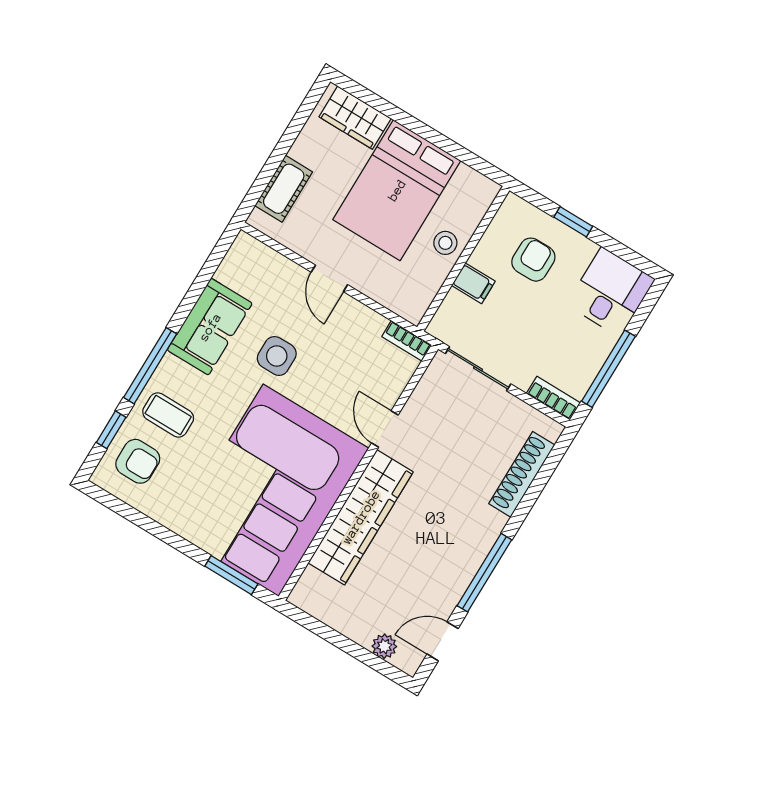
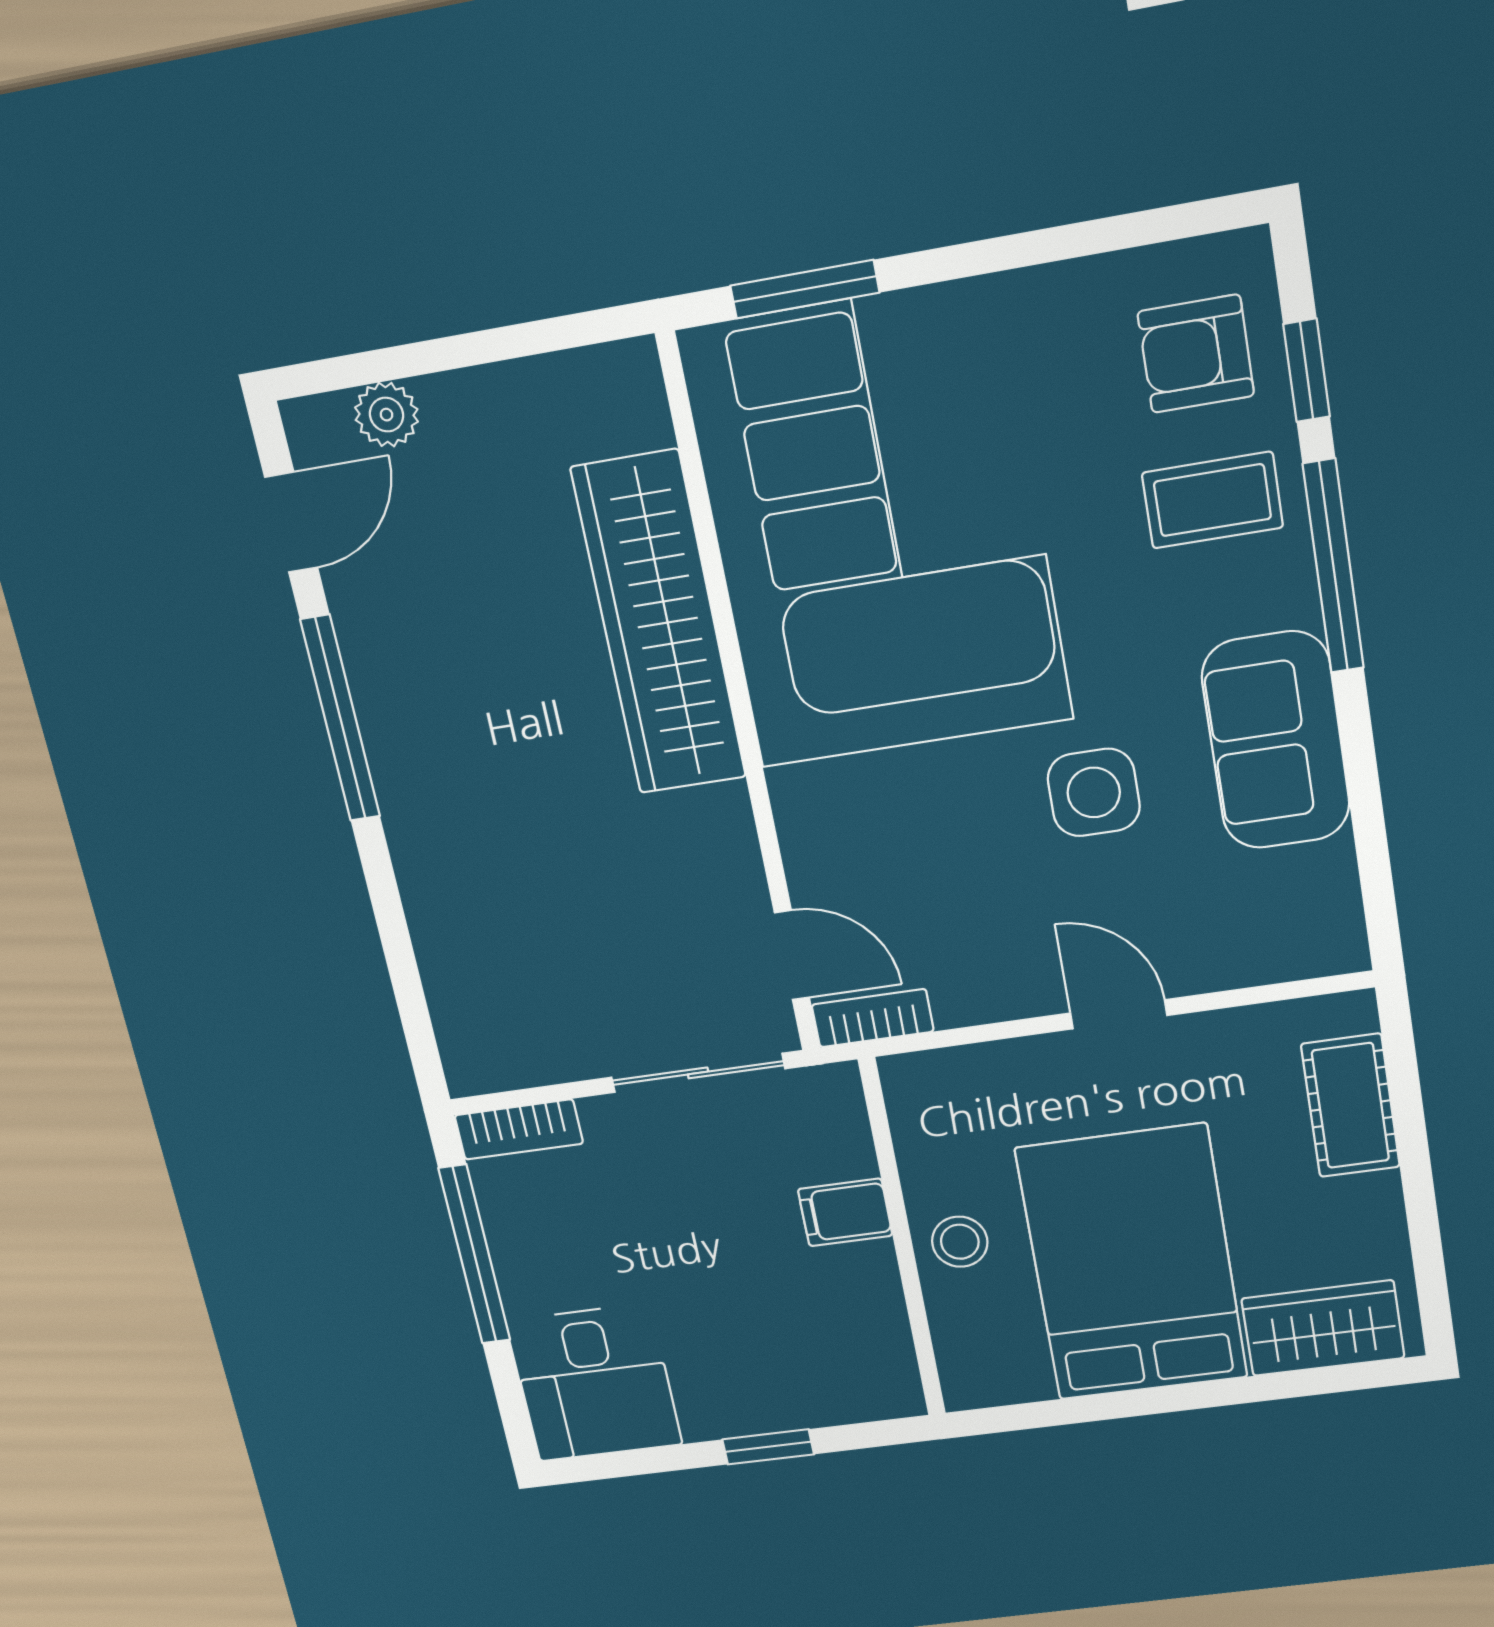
armchair: (533, 260) -> (777, 1334), removed
door: (385, 429) -> (792, 955), moved
shoe rack: (522, 474) -> (446, 952), removed

